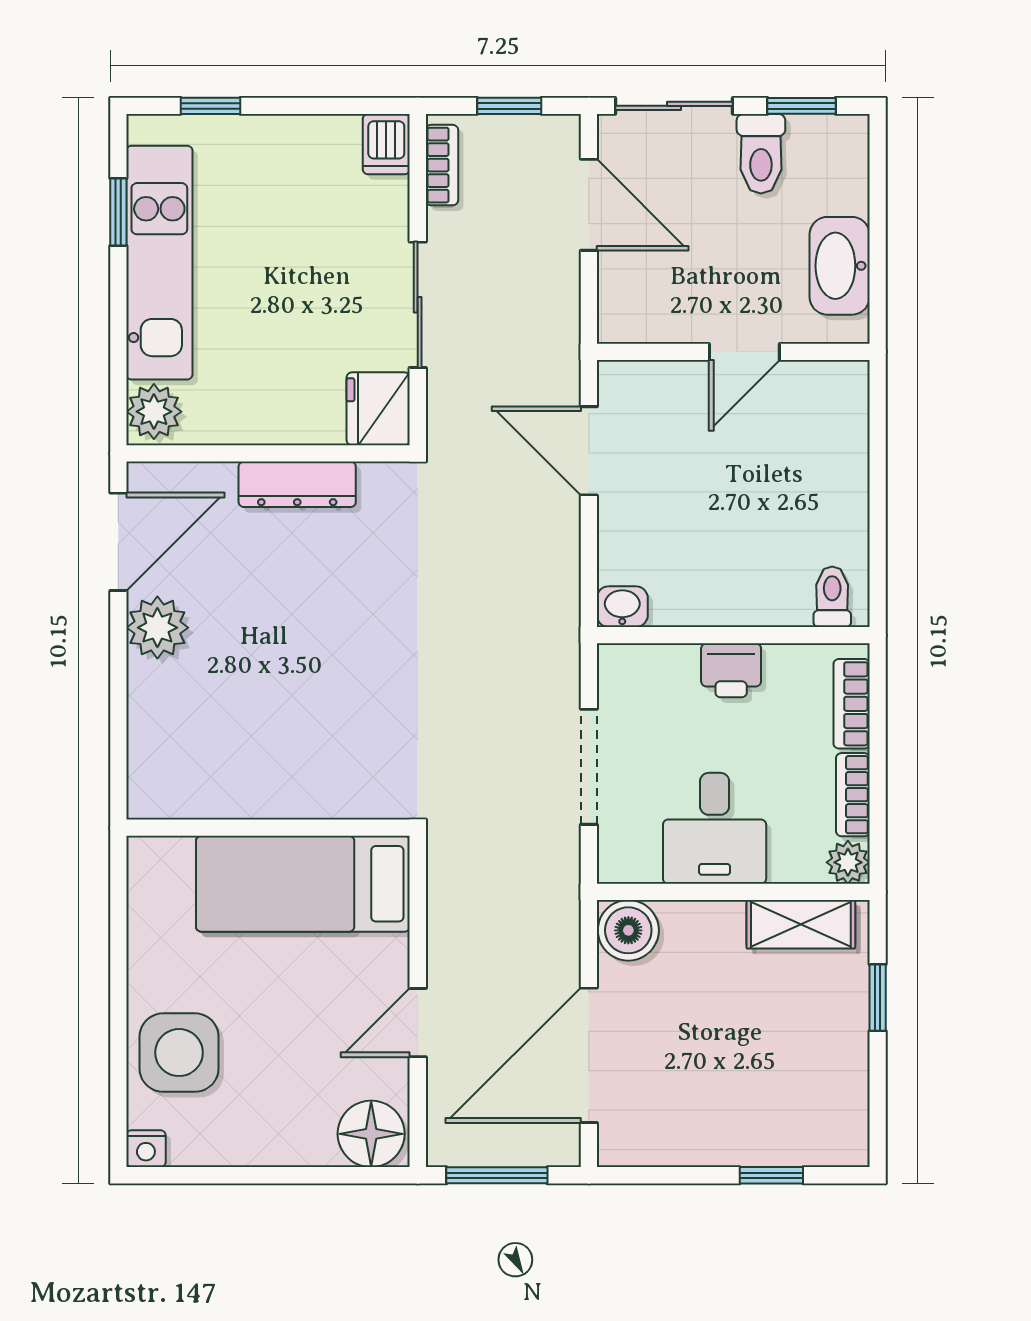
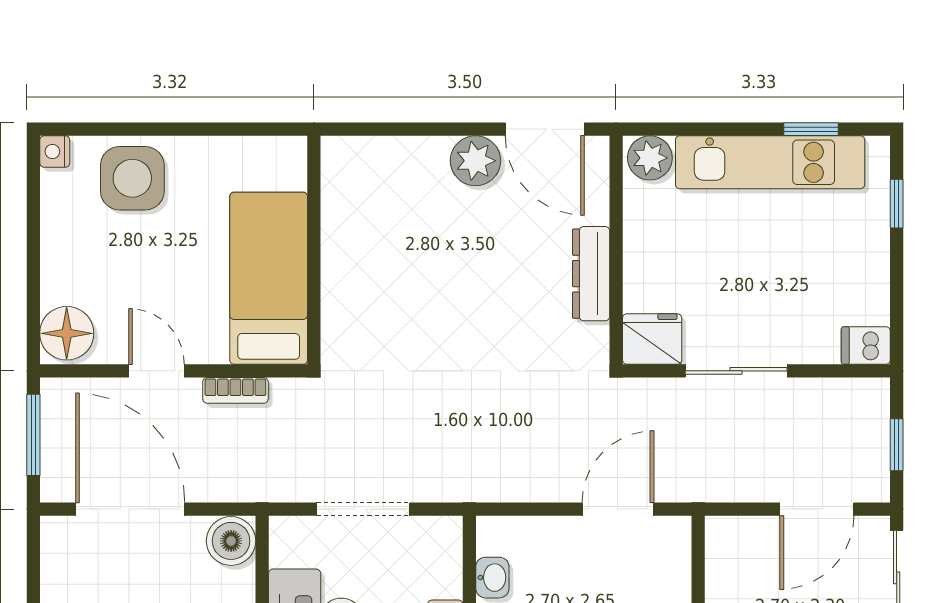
bookcase: (442, 165) -> (235, 390), moved
washbasin: (622, 607) -> (492, 578), moved

